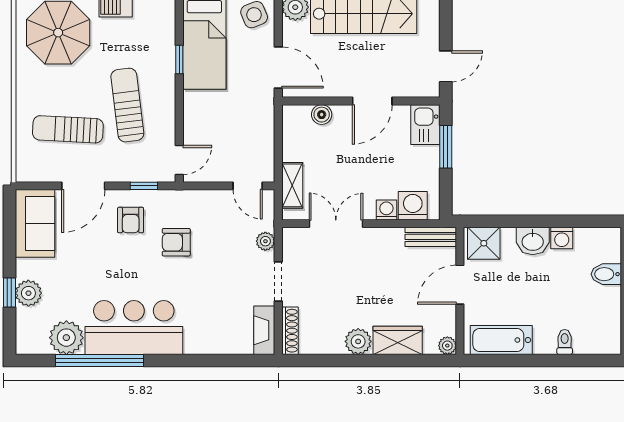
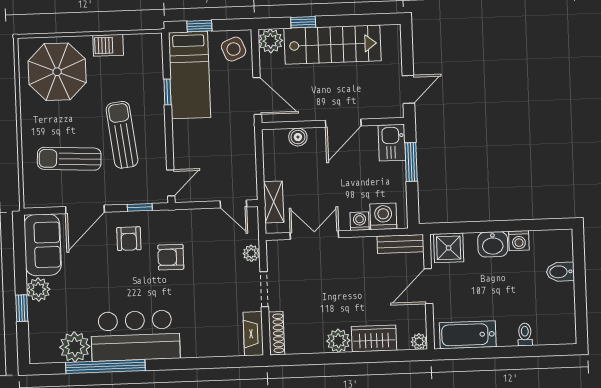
plant: (28, 293) -> (38, 289), moved

